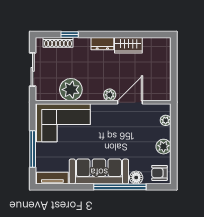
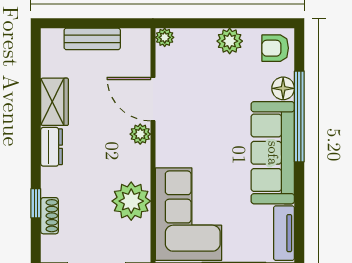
shoe rack: (58, 42) -> (50, 216), width x0.70
bench: (165, 67) -> (92, 39), added
plant: (166, 120) -> (165, 37), moved
armchair: (159, 173) -> (275, 48), turned 90

